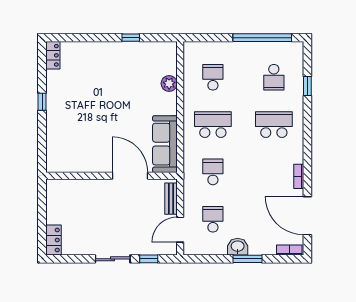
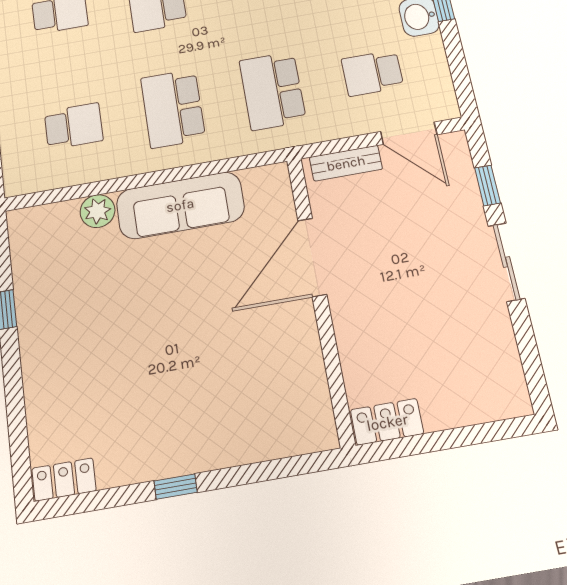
school desk: (213, 77) -> (74, 126), turned 180
sofa: (165, 144) -> (180, 205), moved
school desk: (213, 172) -> (273, 91), width x1.85
locker: (53, 240) -> (387, 422), moved

